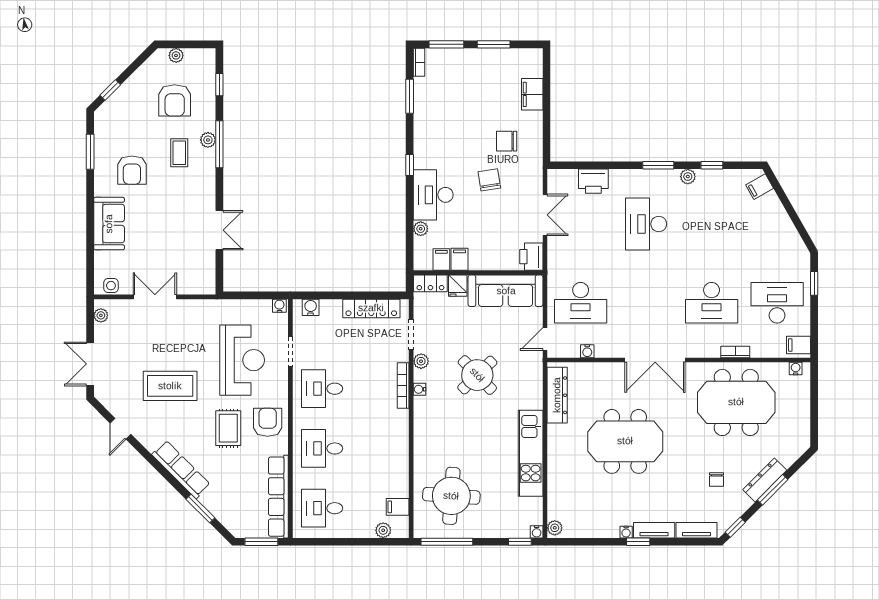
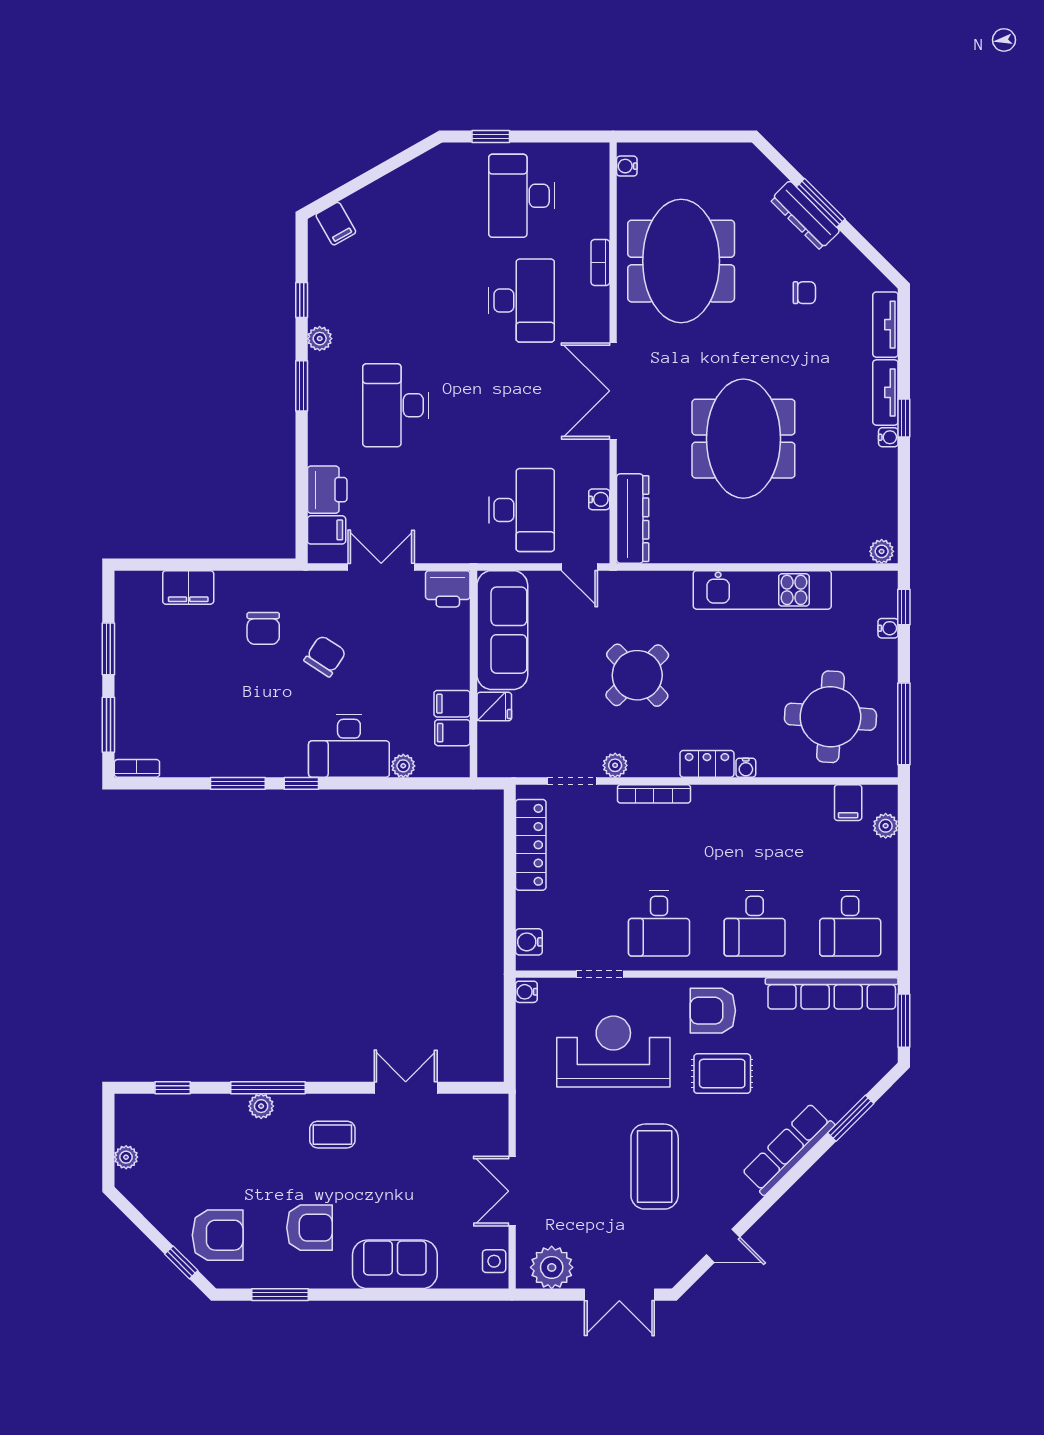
window: (410, 96) -> (238, 783), moved
armchair: (175, 100) -> (218, 1235), moved
coffee table: (179, 153) -> (332, 1135), moved
chair: (489, 180) -> (325, 656), turned 132
desk: (646, 224) -> (396, 405), turned 90
locker: (430, 283) -> (707, 764), moved, turned -90
plant: (101, 315) -> (552, 1267), width x1.87, depth x1.87
filing cabinet: (799, 345) -> (327, 530), moved, turned -90
double door: (655, 360) -> (613, 391), swing flipped
water cooler: (419, 389) -> (746, 768), moved
dresser: (557, 395) -> (633, 519), moved, turned 90
window: (735, 527) -> (881, 263), removed
water cooler: (537, 532) -> (888, 628), moved

